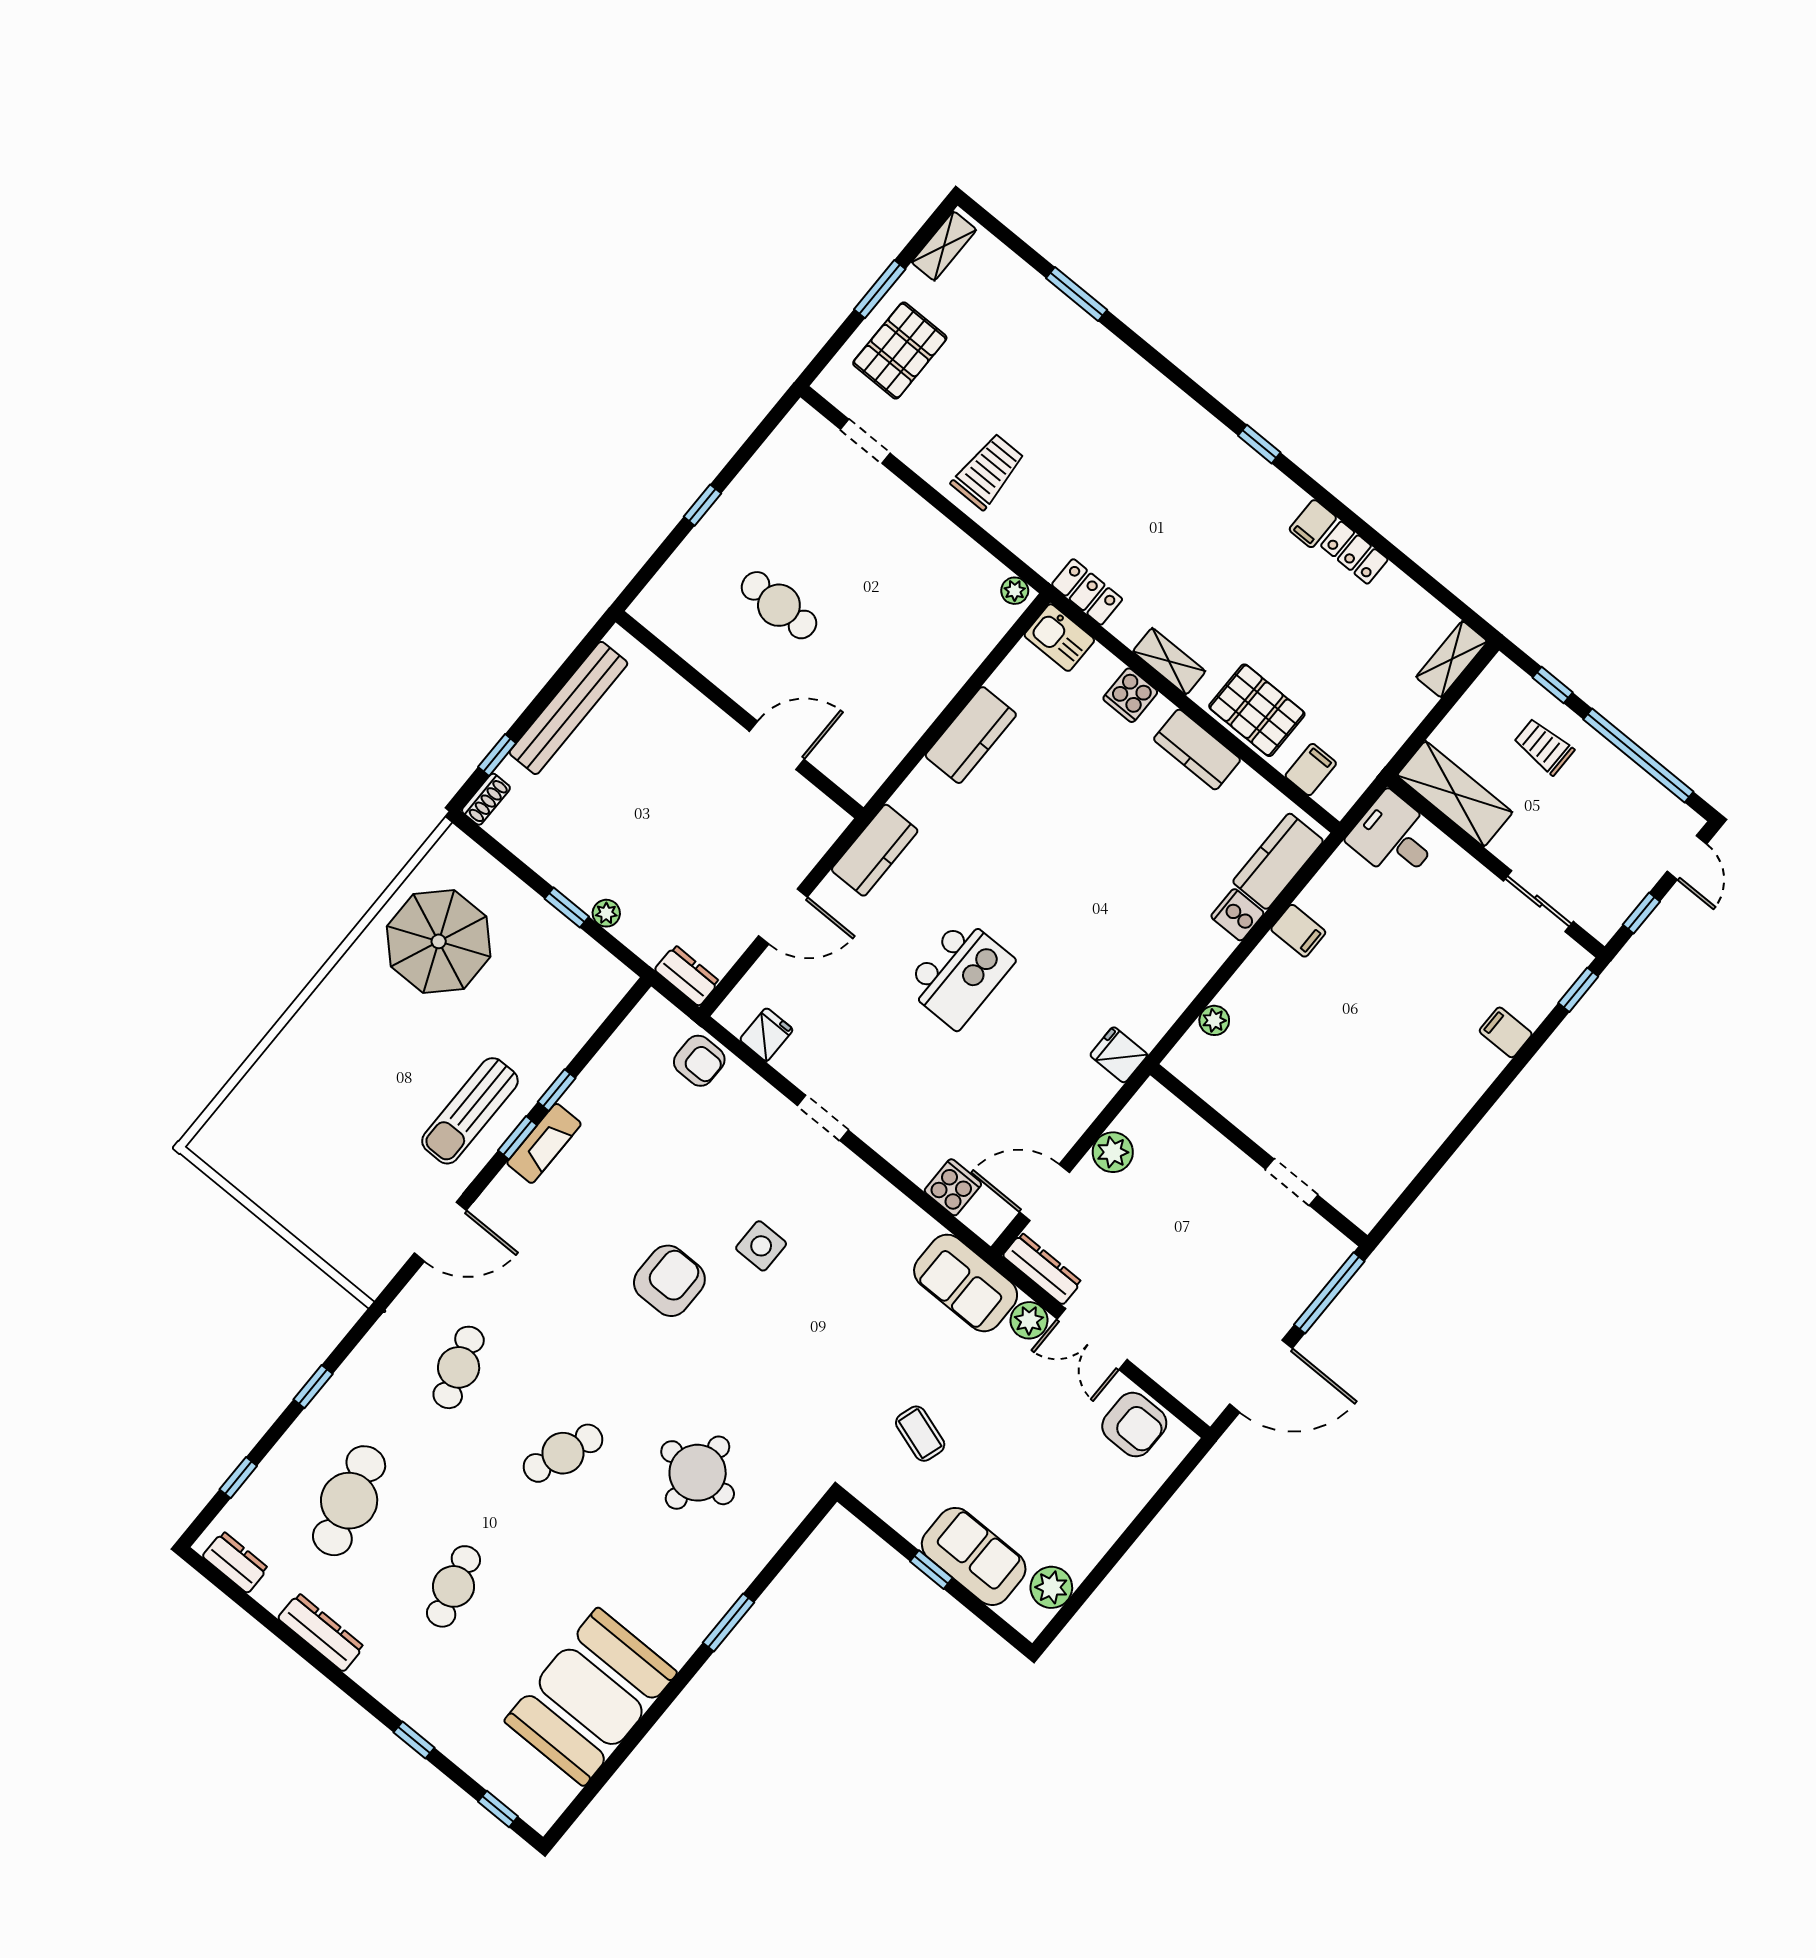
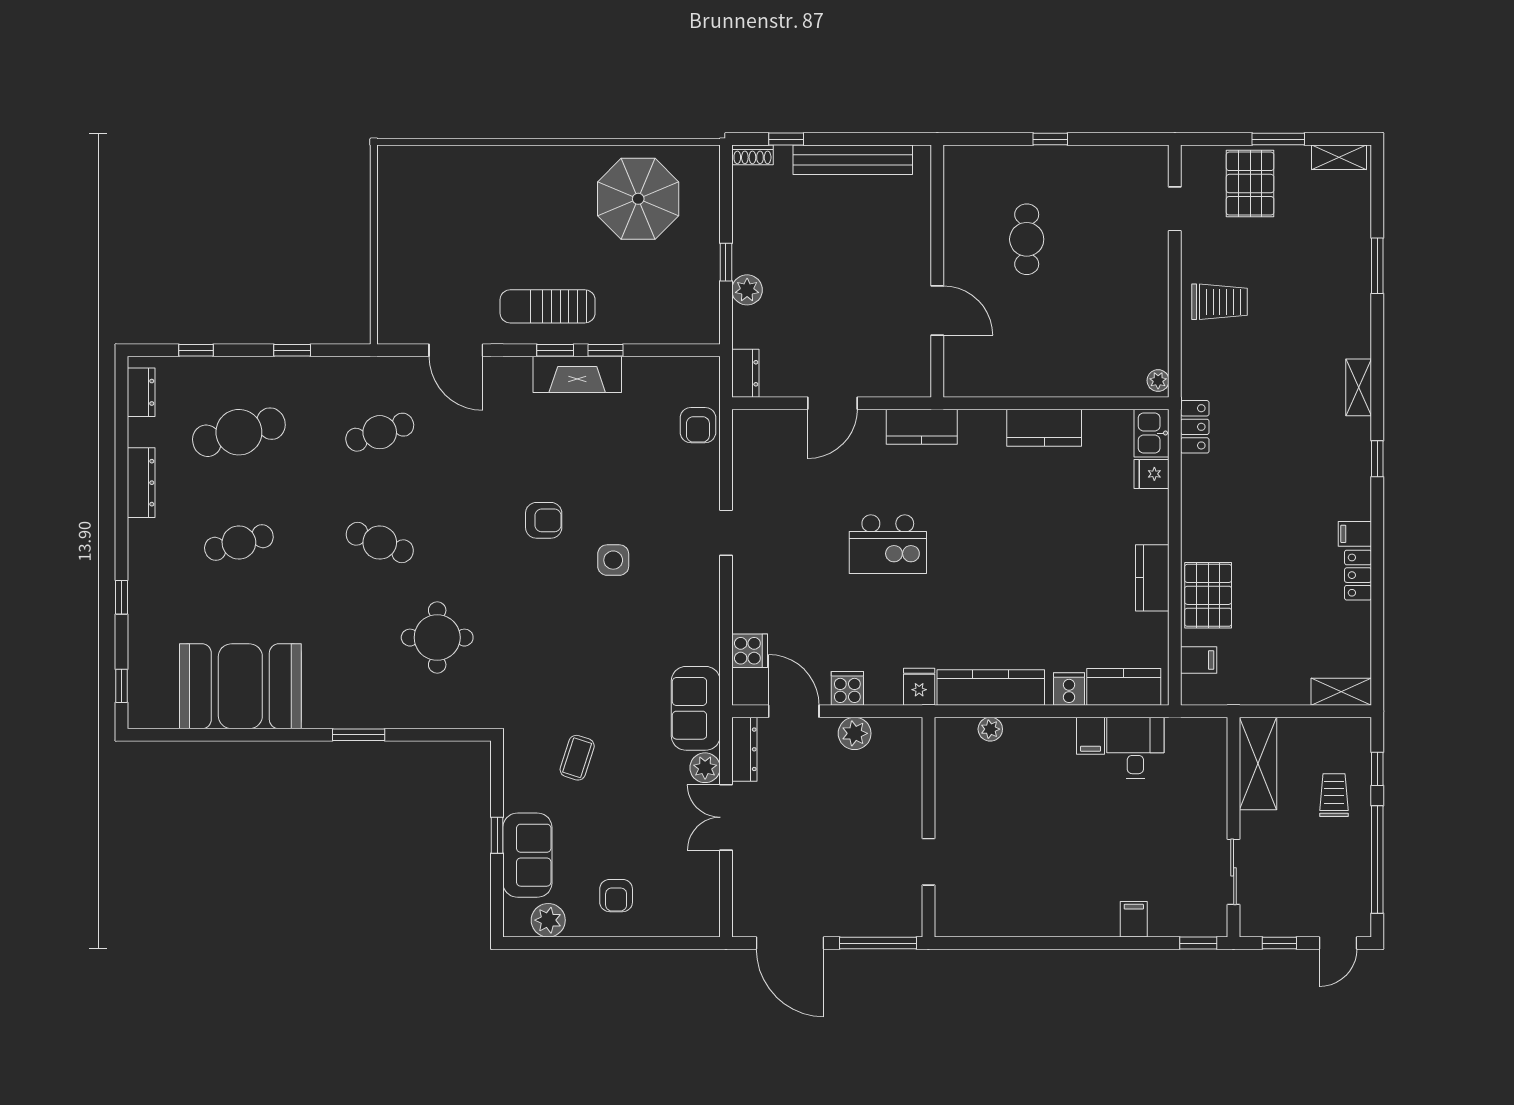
pallet: (900, 351) -> (1250, 184), turned 90
shelving: (1169, 661) -> (1359, 387), moved
cooker: (1130, 695) -> (847, 688), moved, turned 90
desk: (1394, 837) -> (1135, 748), moved
plant: (606, 913) -> (747, 290), width x1.38, depth x1.38
door: (783, 916) -> (832, 403), hinge flipped
kitchen counter: (1175, 988) -> (991, 687), added
fridge: (766, 1035) -> (1152, 474), moved, turned 180
fireplace: (544, 1143) -> (577, 374), width x1.37, depth x1.32
armchair: (669, 1281) -> (544, 520), width x0.72, depth x0.72
armchair: (1134, 1425) -> (616, 896), moved, width x0.72, depth x0.72

